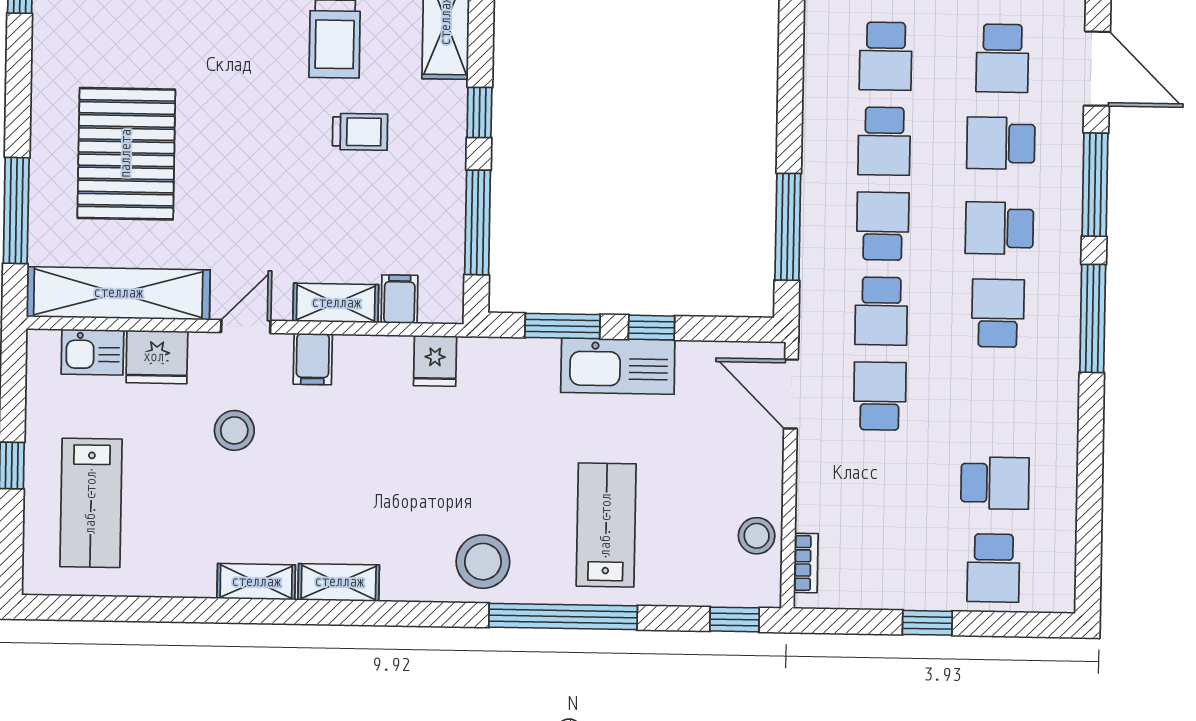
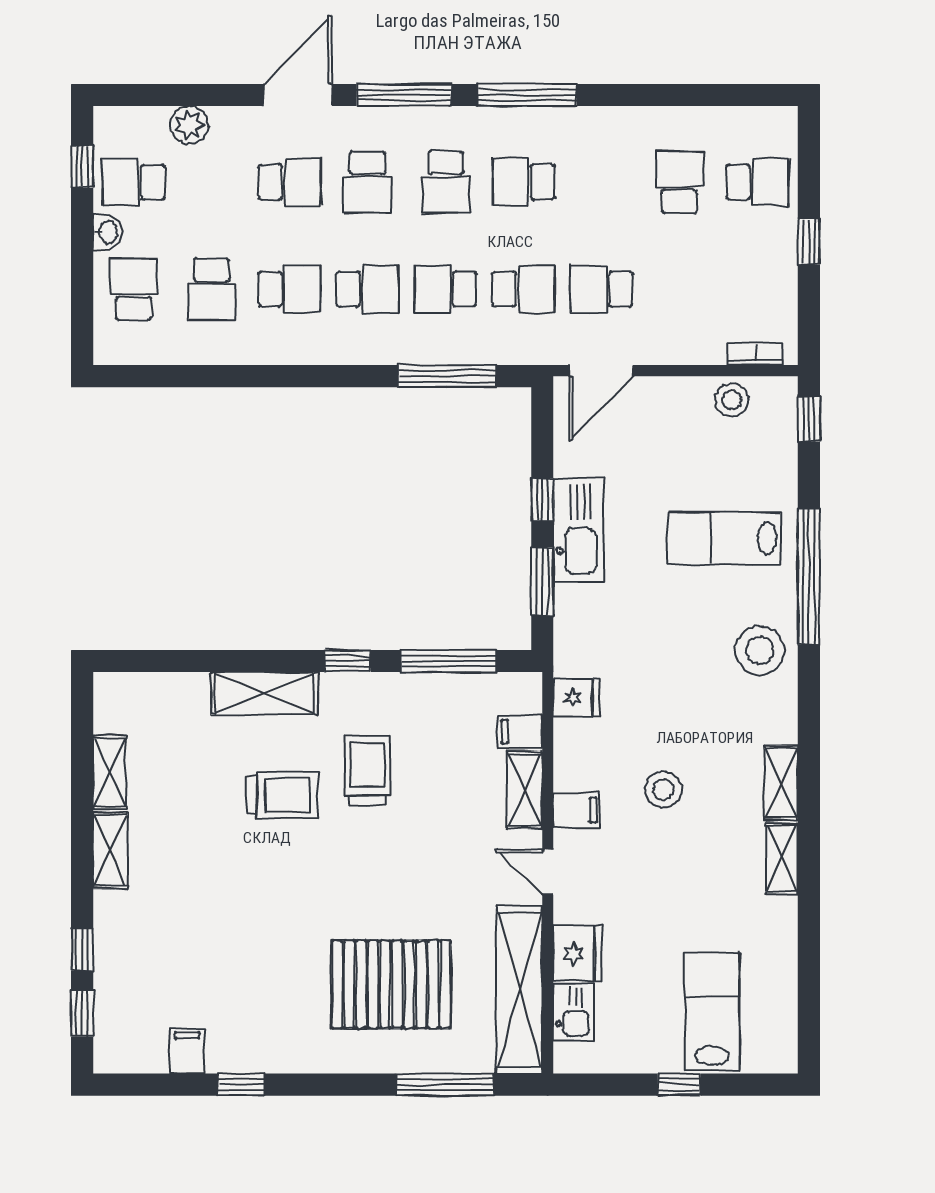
trolley: (360, 132) -> (367, 770), width x1.36, depth x1.39
stool: (234, 430) -> (663, 790), moved
lab bench: (91, 503) -> (712, 1011), turned -90

